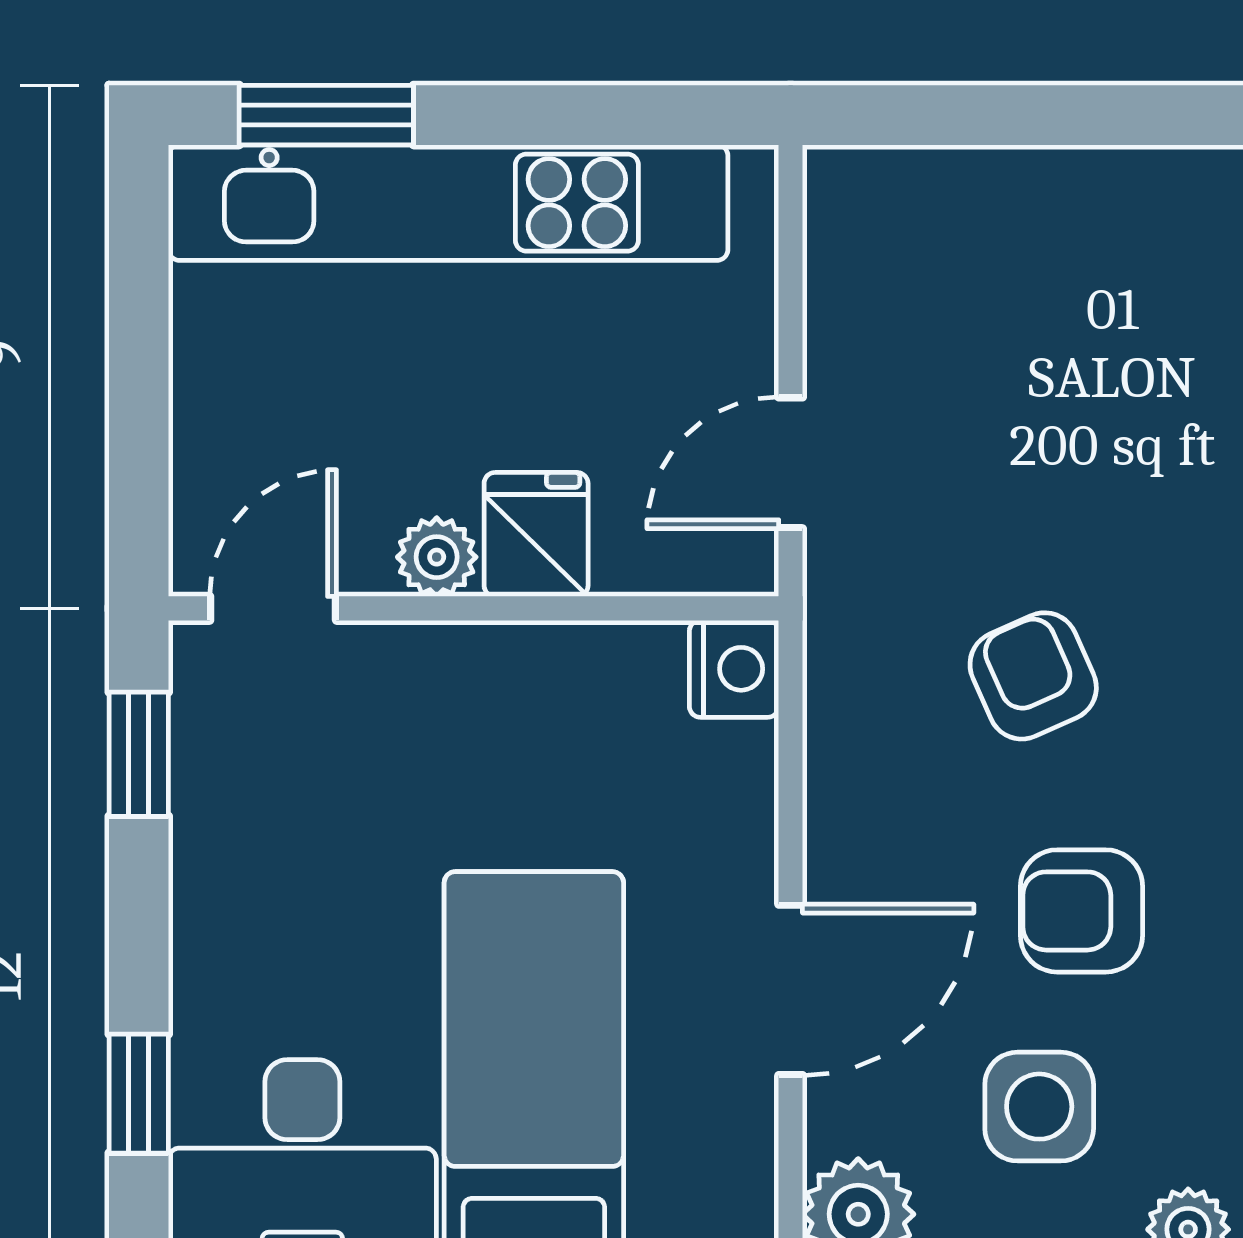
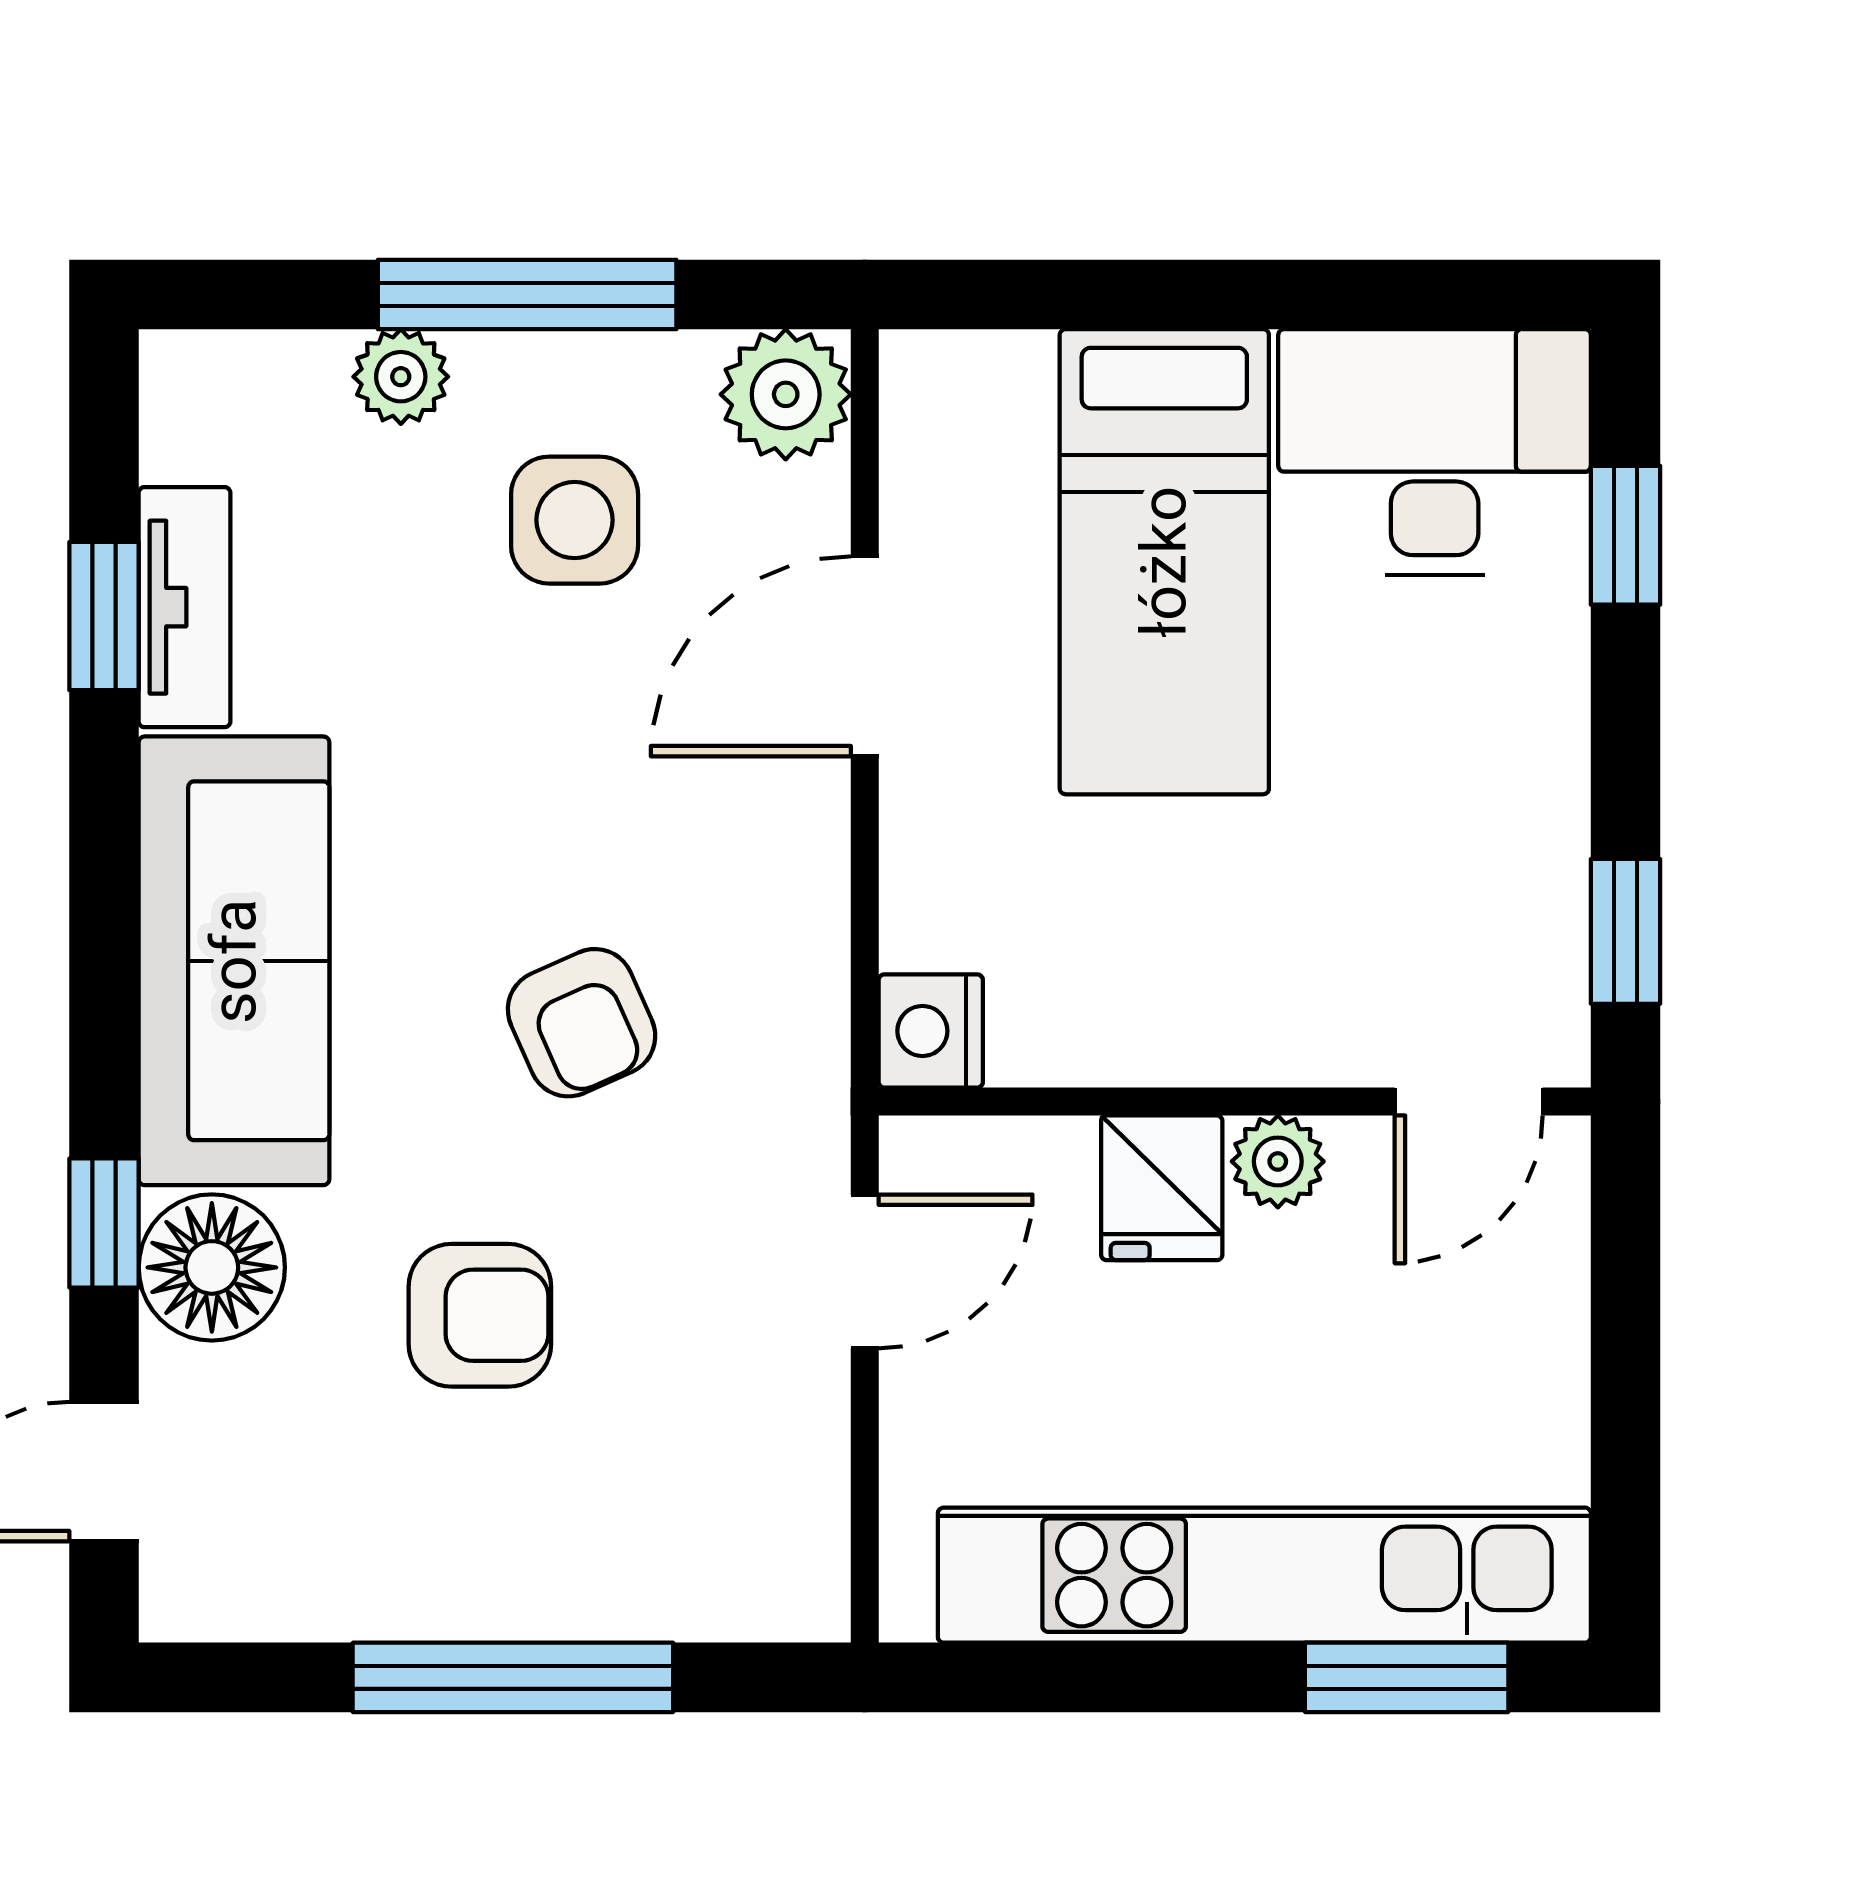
window: (1092, 115) -> (513, 1677), added
armchair: (1081, 911) -> (480, 1315), moved

